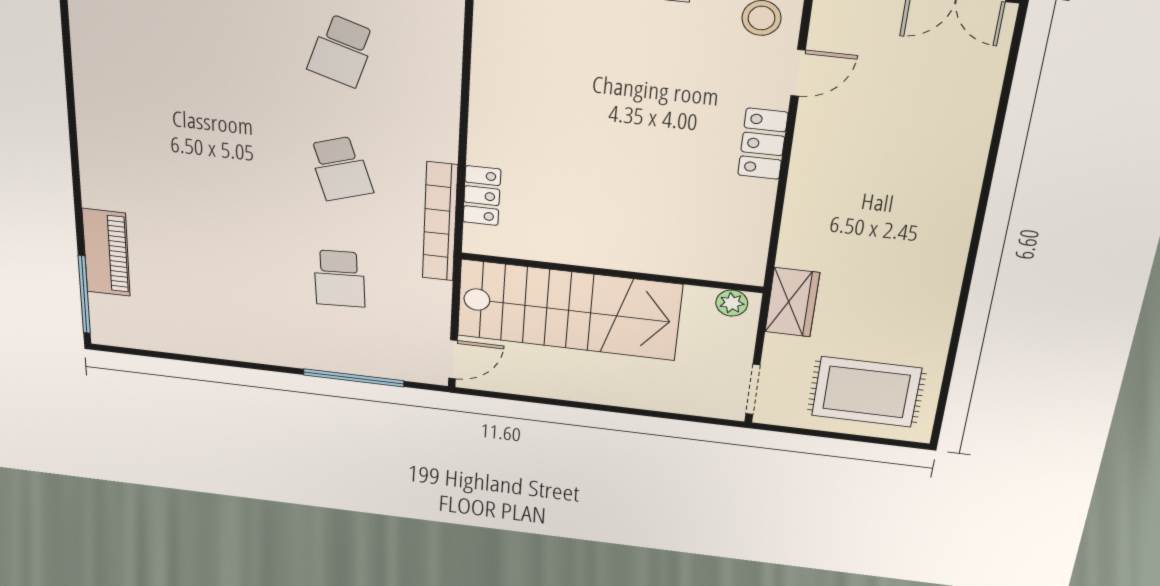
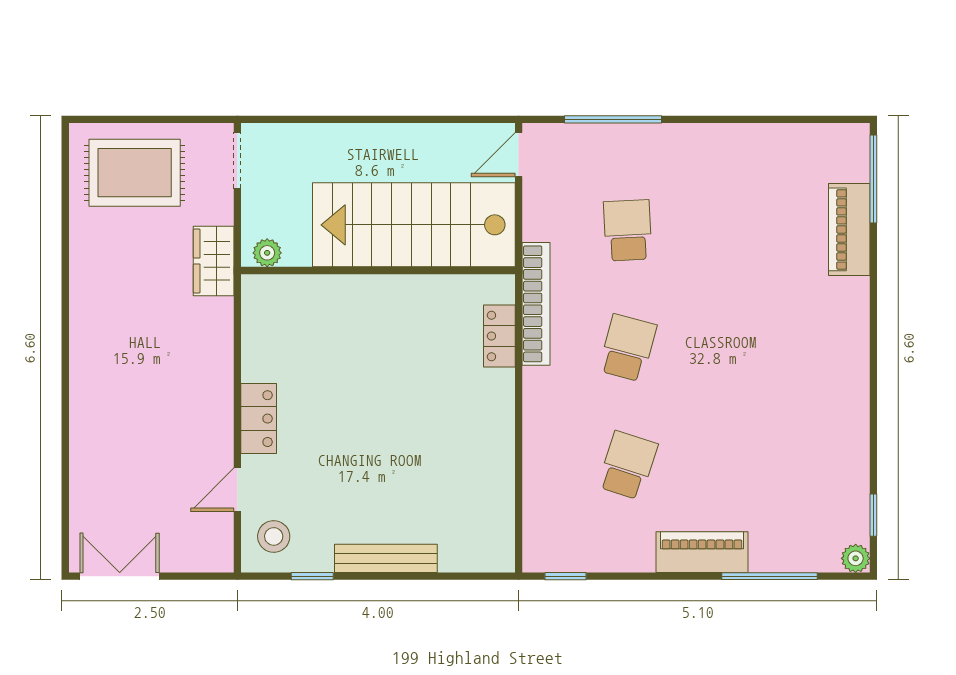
school desk: (340, 169) -> (628, 348), turned 33

